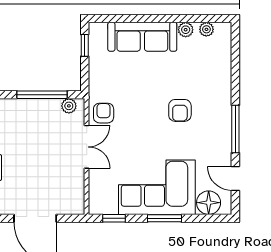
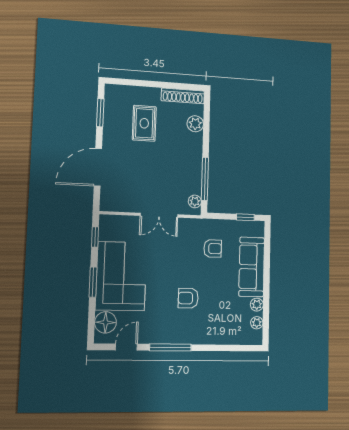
armchair: (104, 113) -> (213, 249), moved

